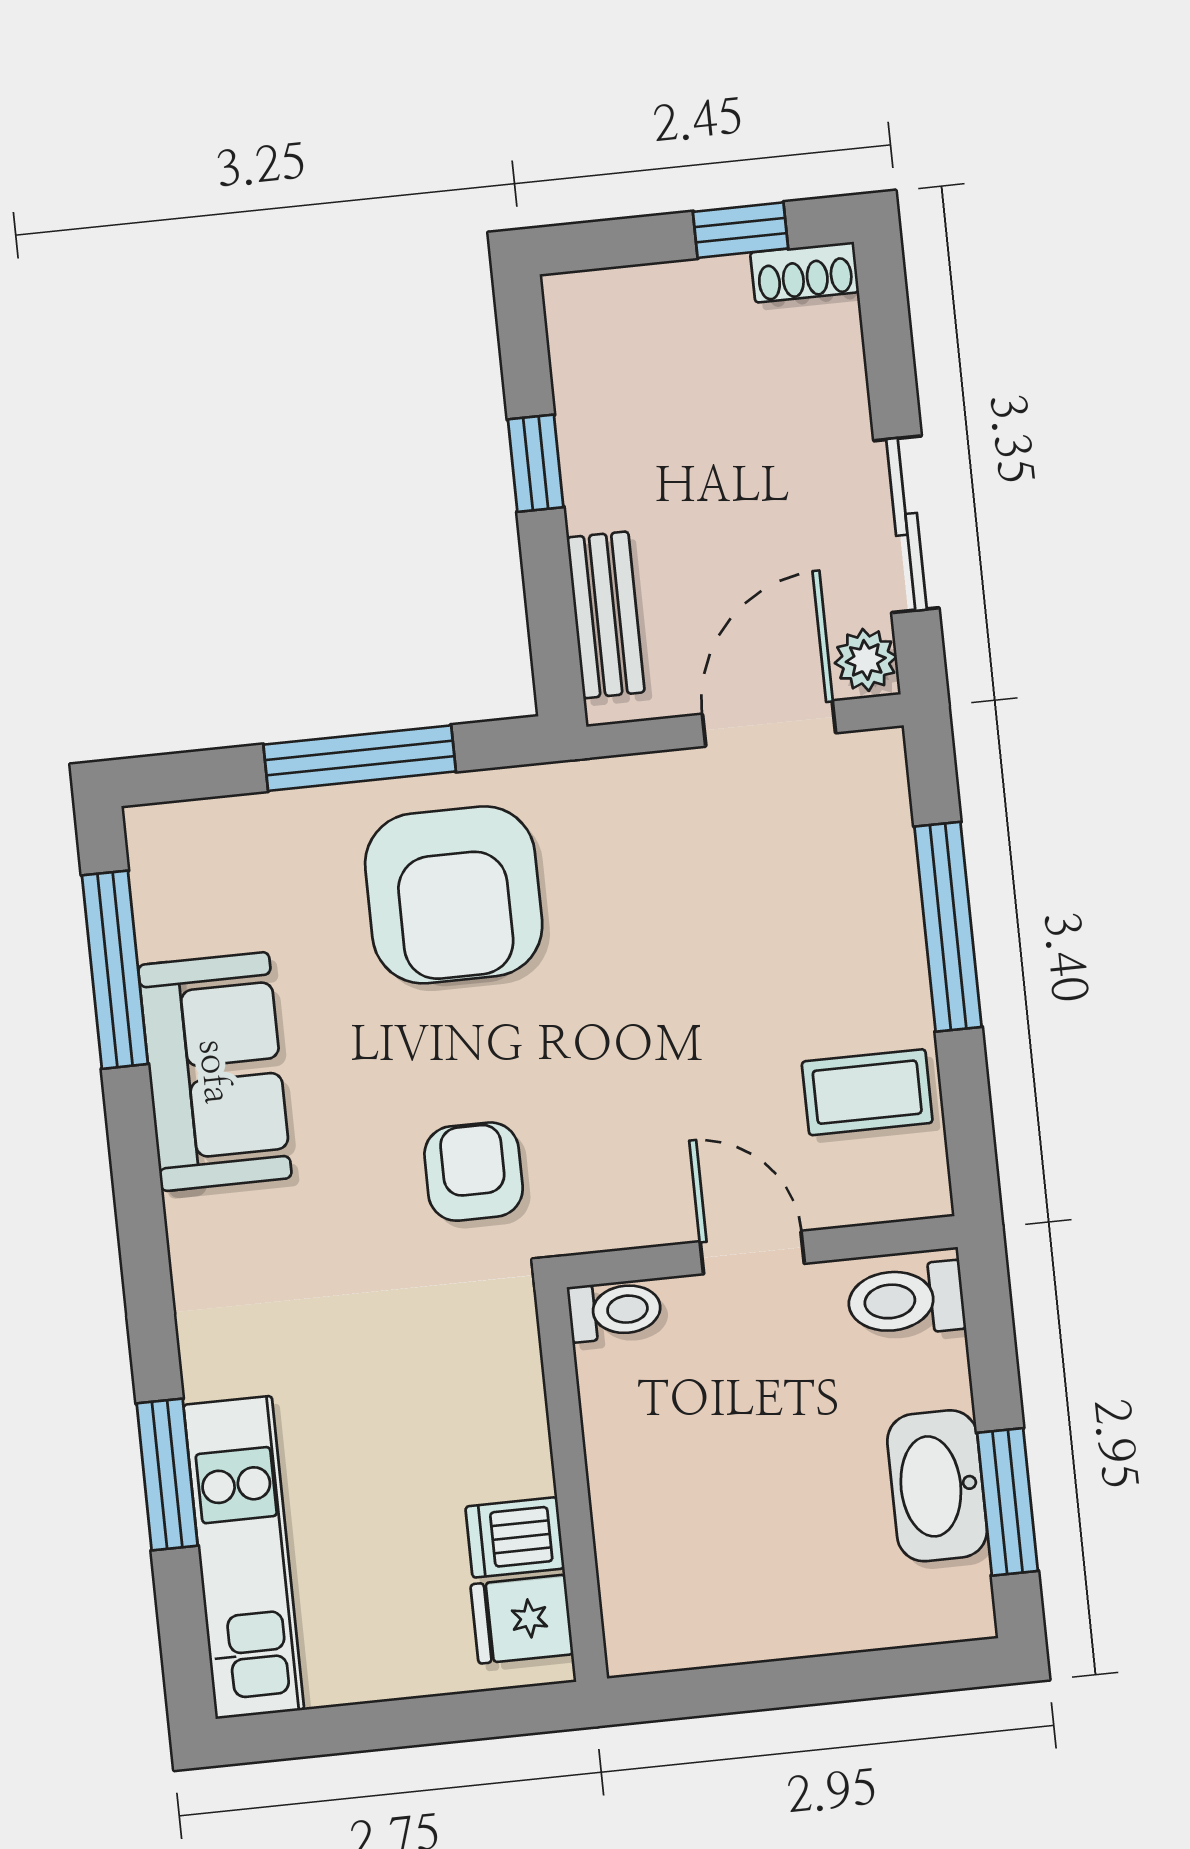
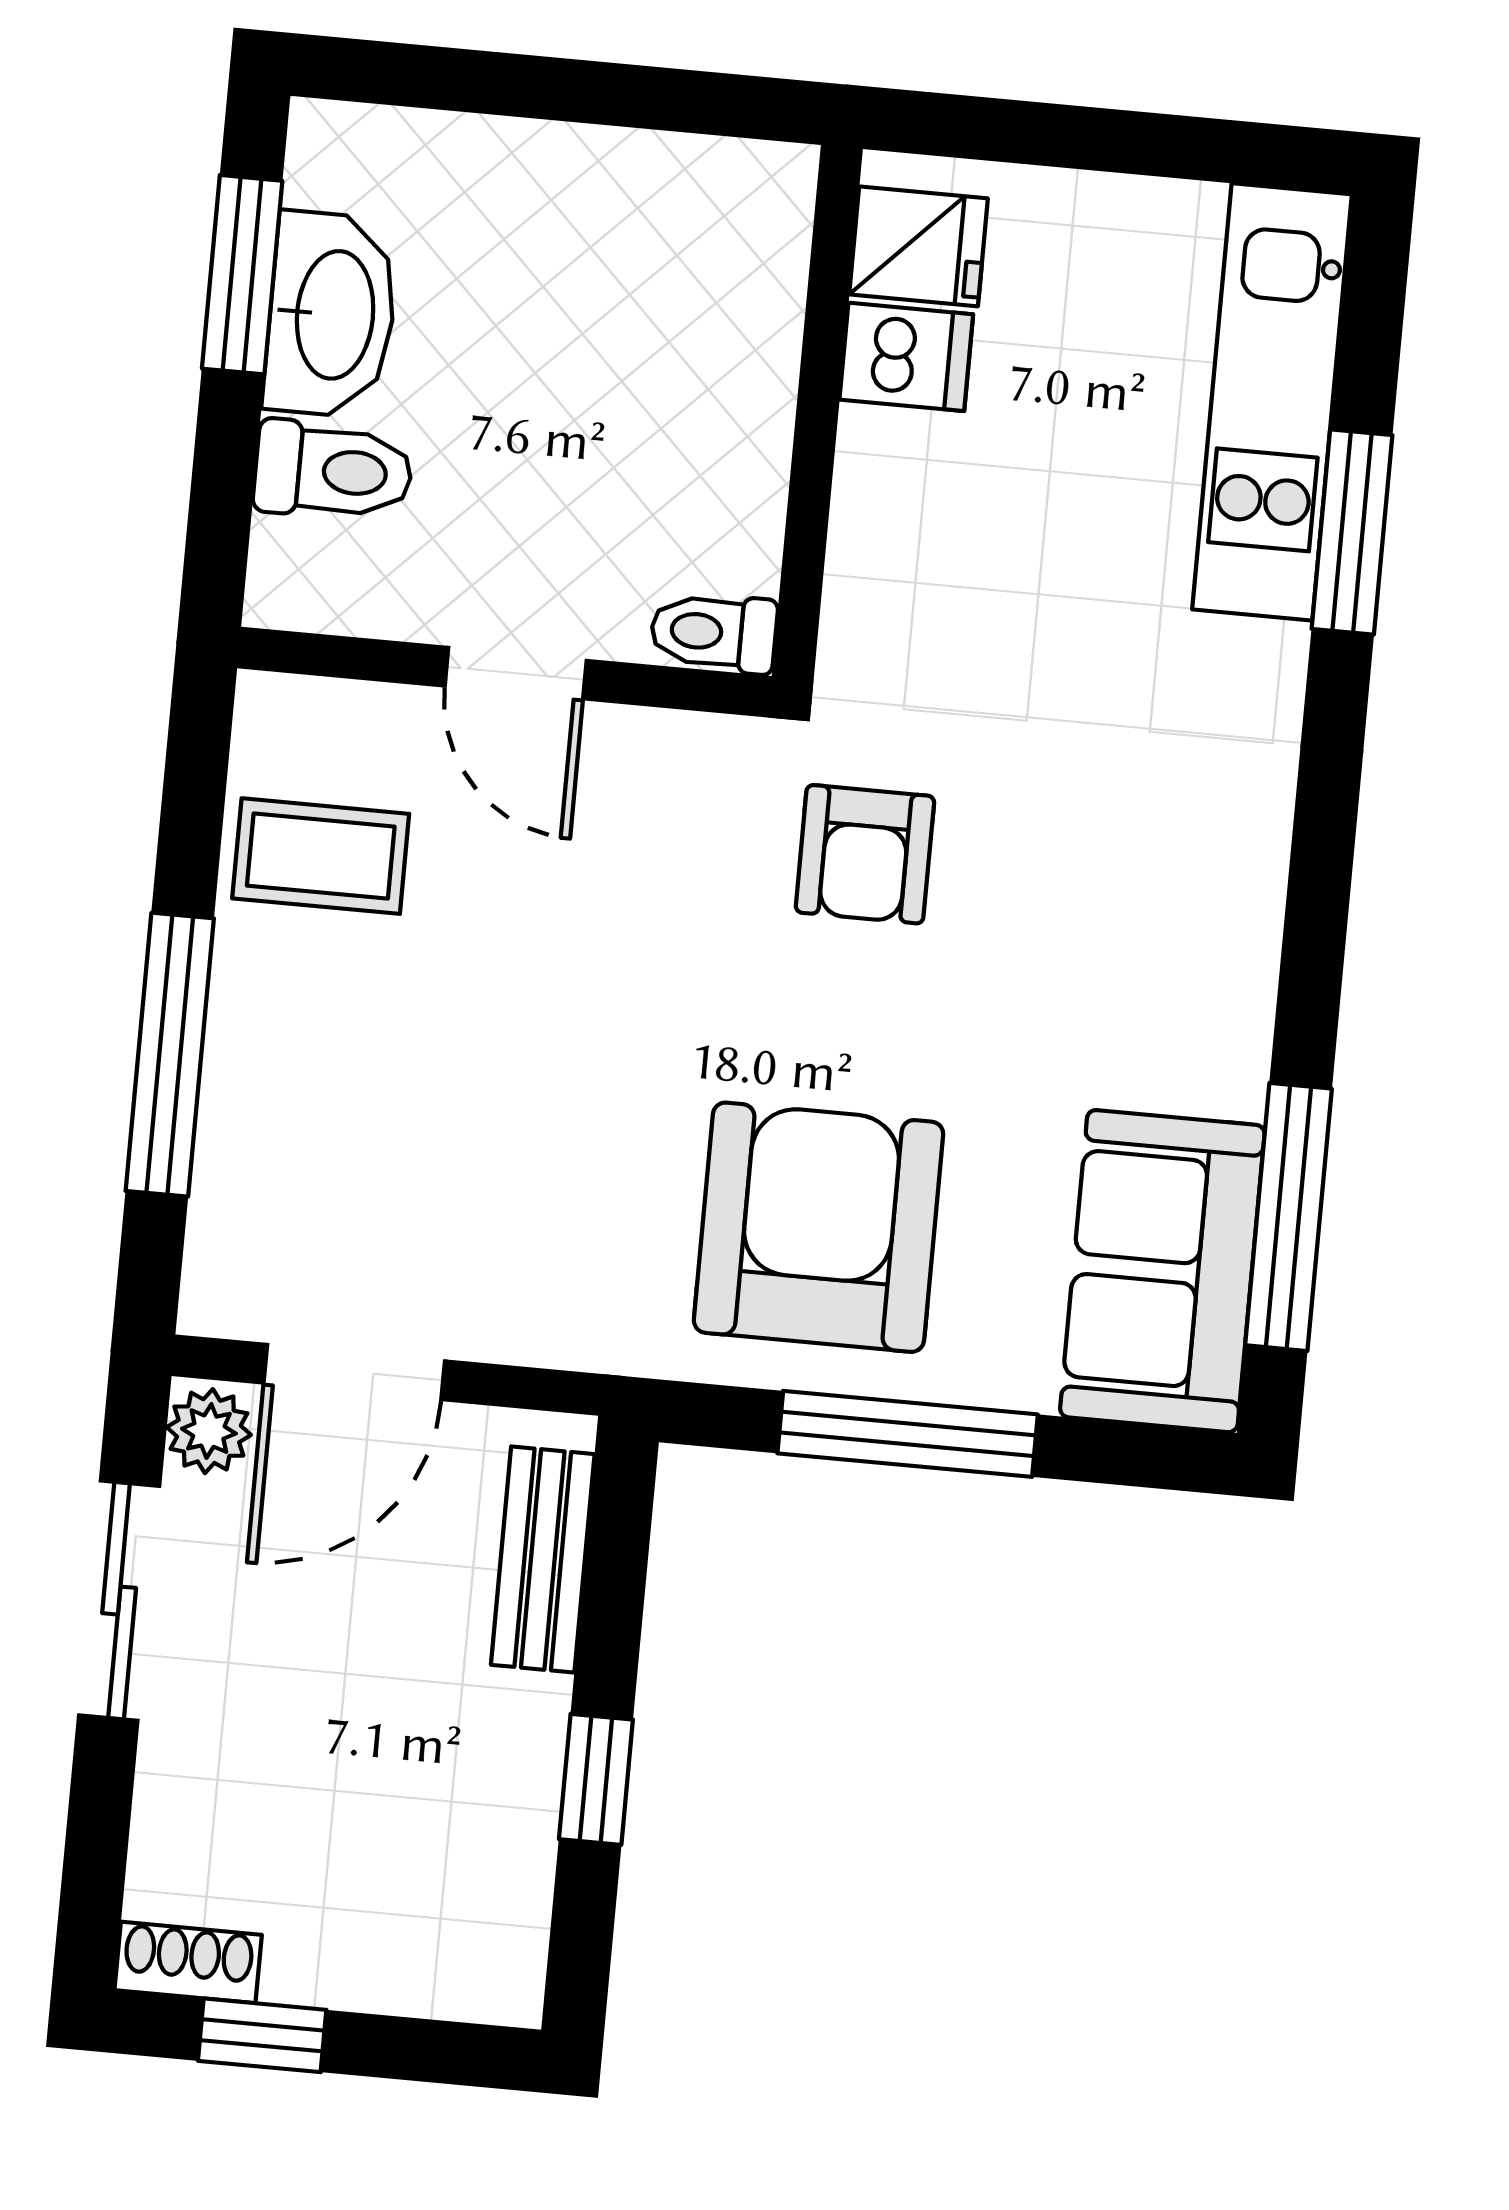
sofa: (215, 1072) -> (1162, 1271), moved
toilet: (906, 1300) -> (333, 471), moved

